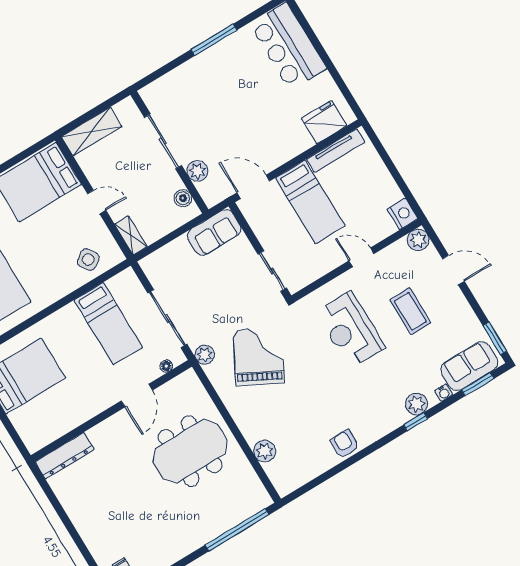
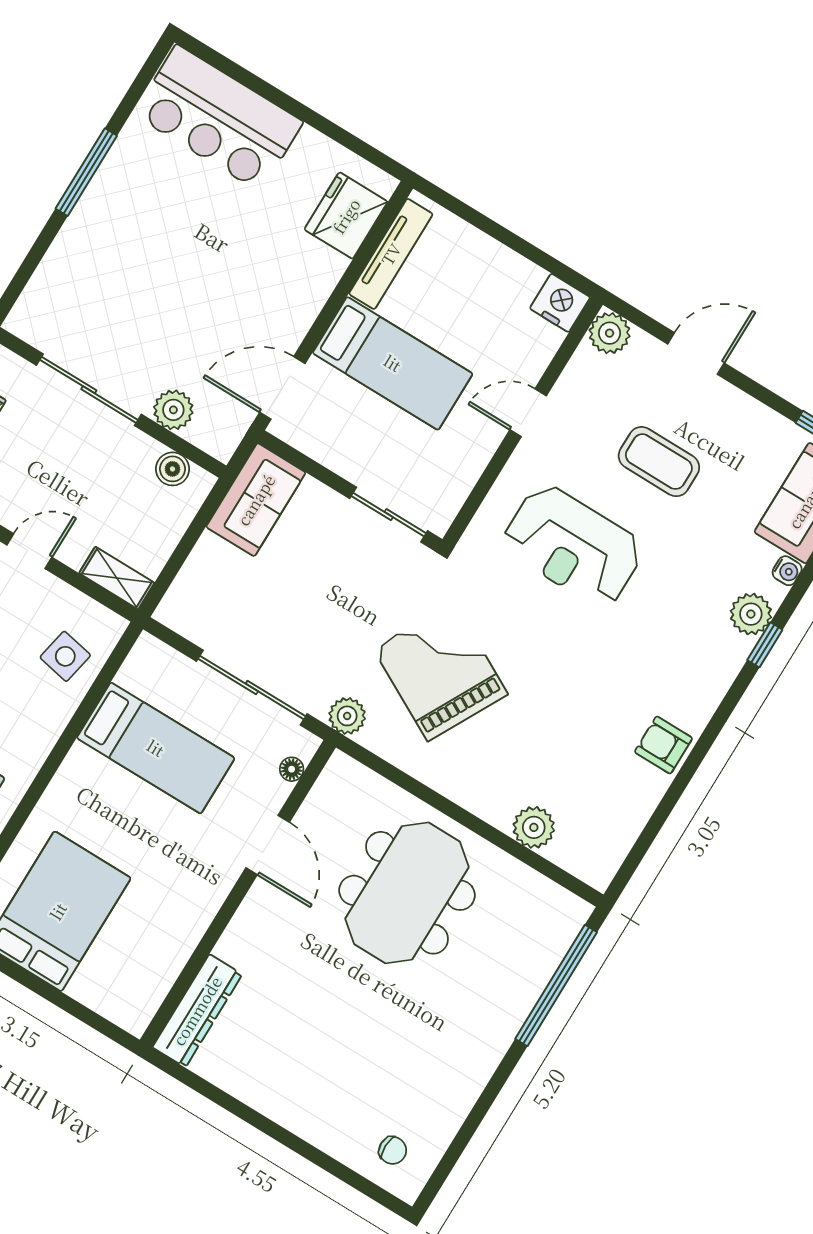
side table: (88, 259) -> (65, 656), turned 45

